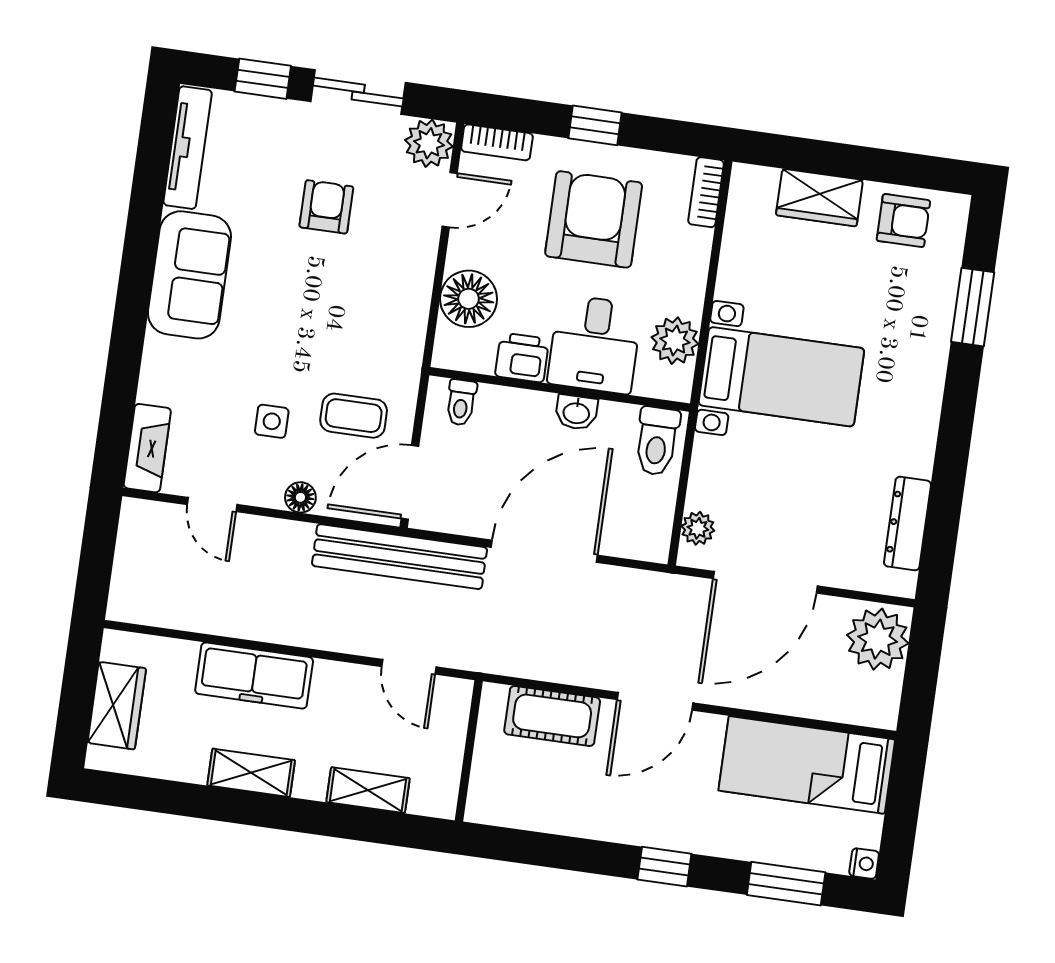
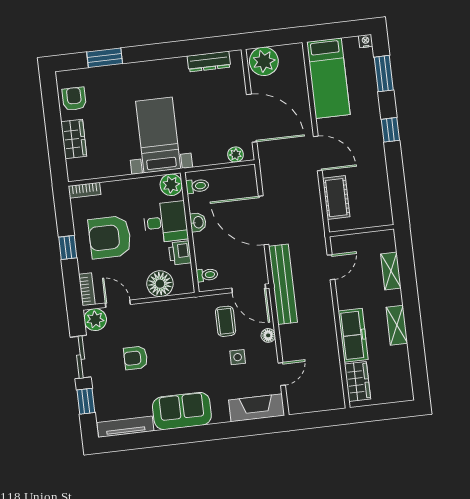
plant: (675, 341) -> (171, 185), moved
toilet: (657, 441) -> (197, 186), width x0.73, depth x0.72
fireplace: (147, 448) -> (257, 408), width x1.37, depth x1.32
wardrobe: (117, 706) -> (358, 382), moved, turned 90

